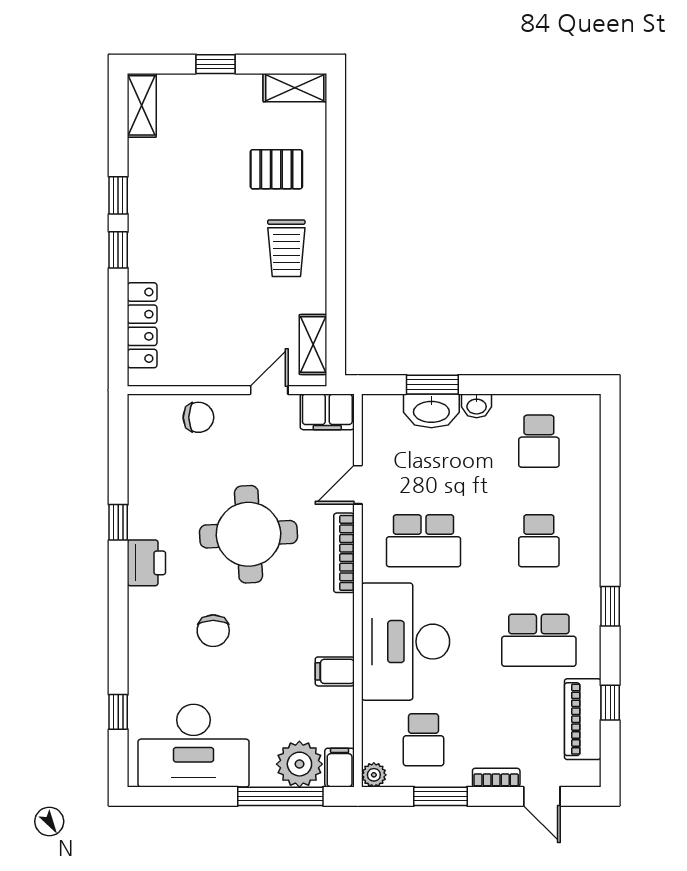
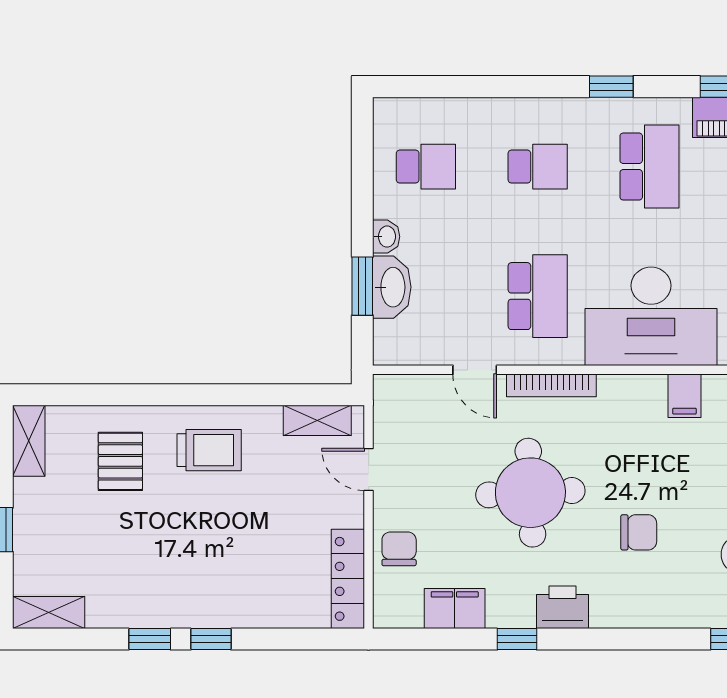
locker: (142, 325) -> (348, 579), moved, turned -90
filing cabinet: (327, 412) -> (455, 608), moved, turned -90

